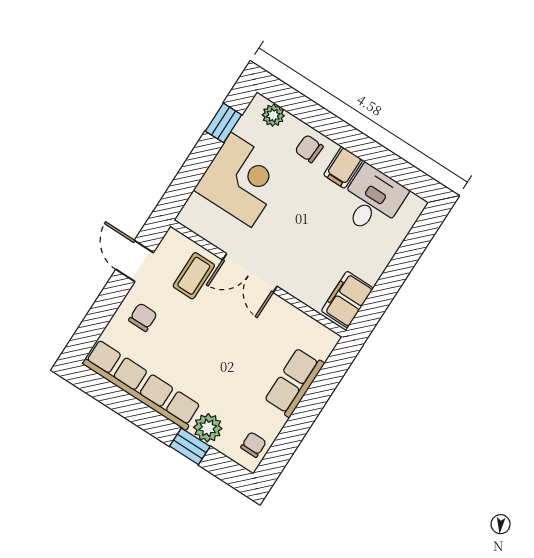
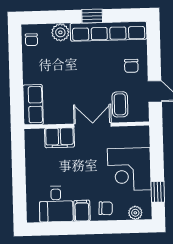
filing cabinet: (347, 299) -> (60, 138), moved, turned 90
row of seats: (294, 382) -> (33, 105), moved
window: (190, 446) -> (92, 16), moved

